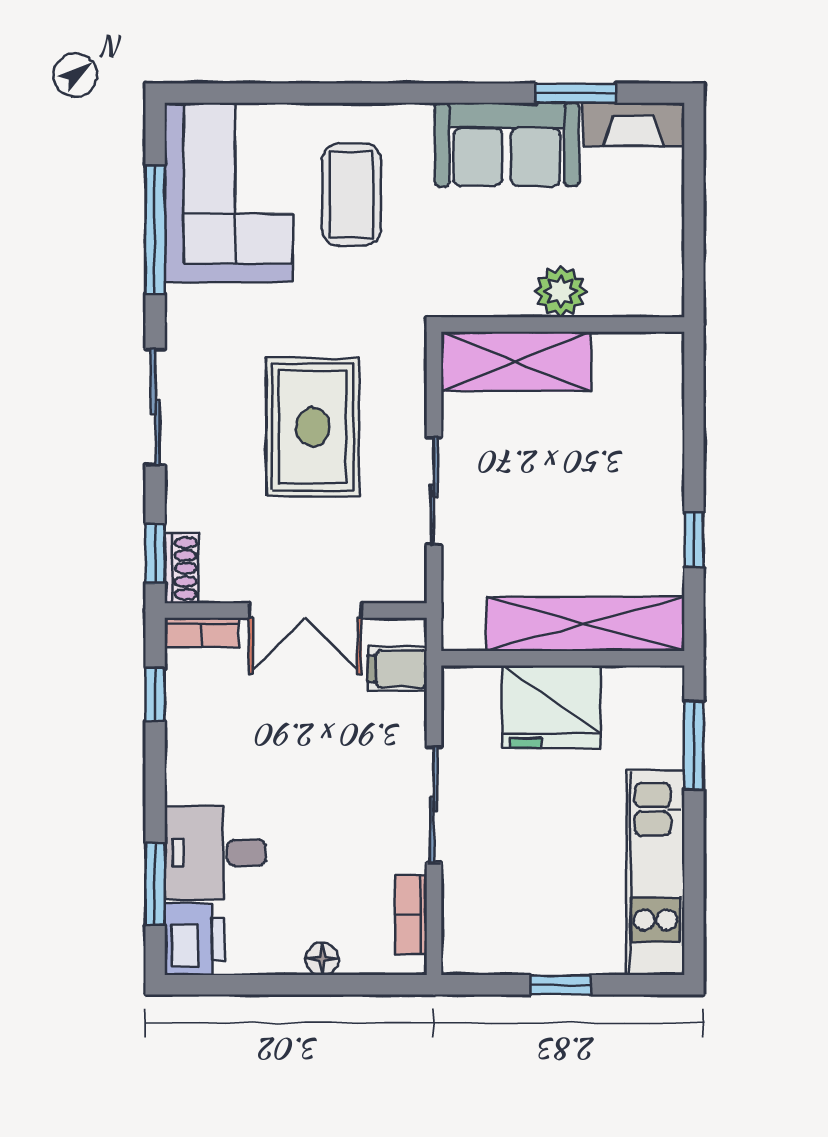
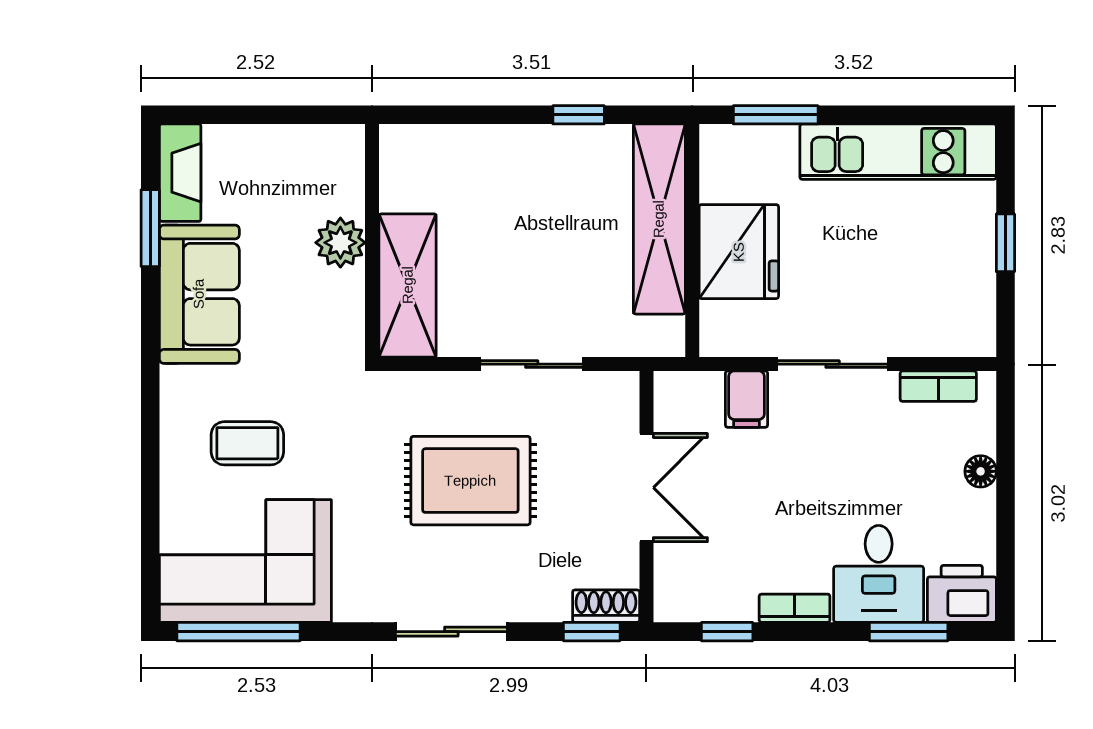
coffee table: (351, 195) -> (247, 443), width x0.73, depth x0.77
window: (155, 229) -> (238, 632), moved
bookcase: (202, 632) -> (795, 608), moved, turned -90
filing cabinet: (397, 669) -> (746, 399), moved

